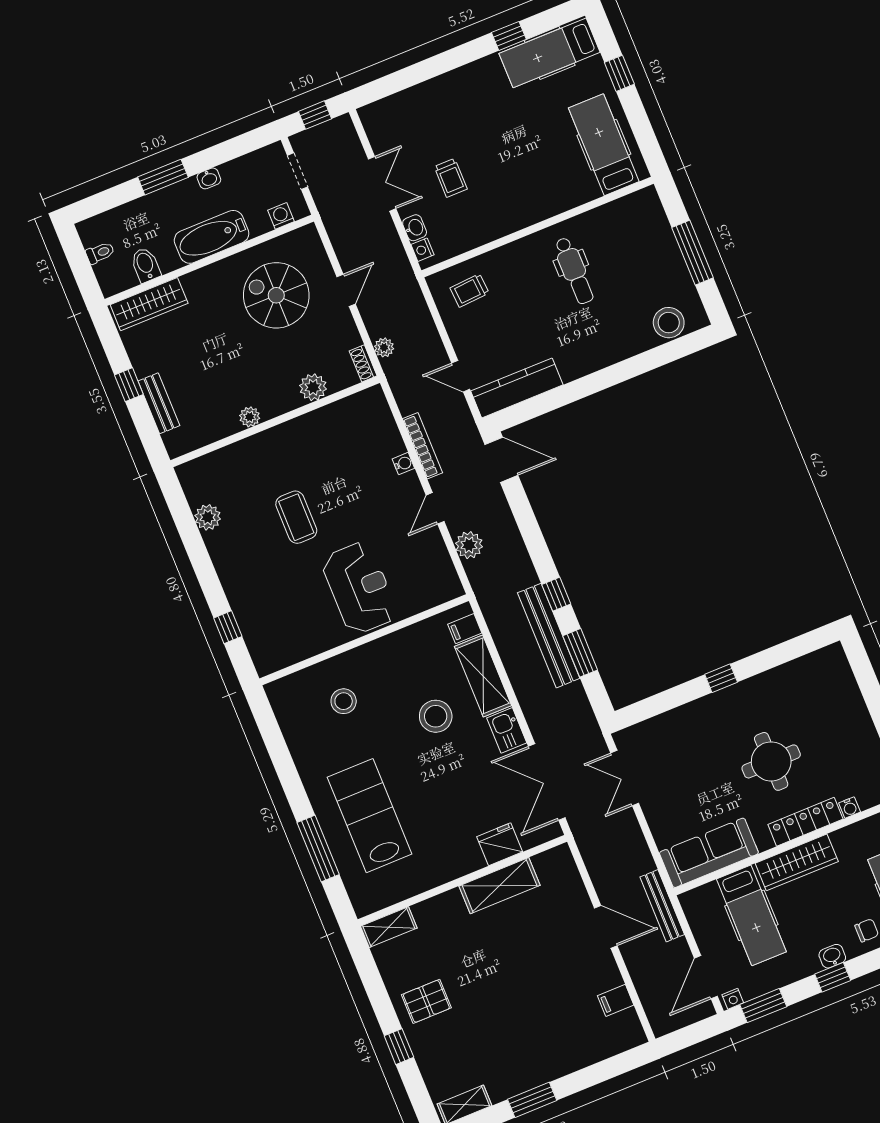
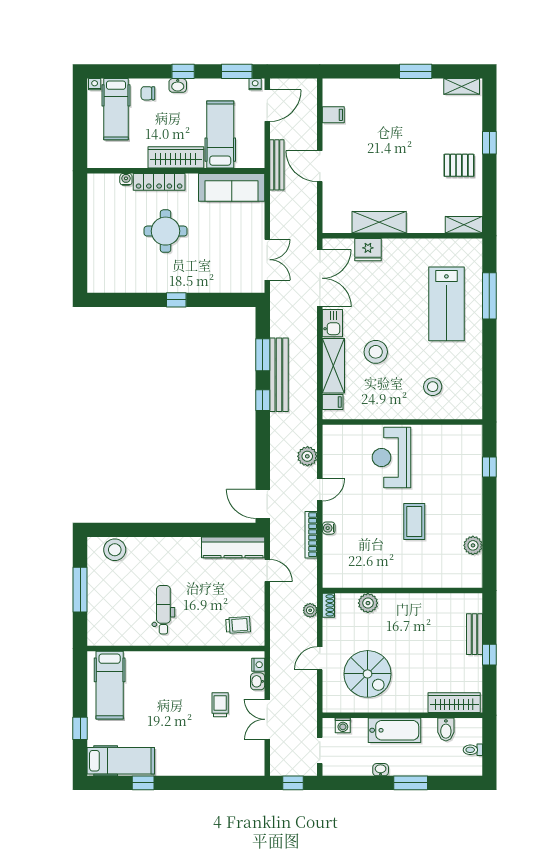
plant: (250, 417) -> (418, 601), removed

